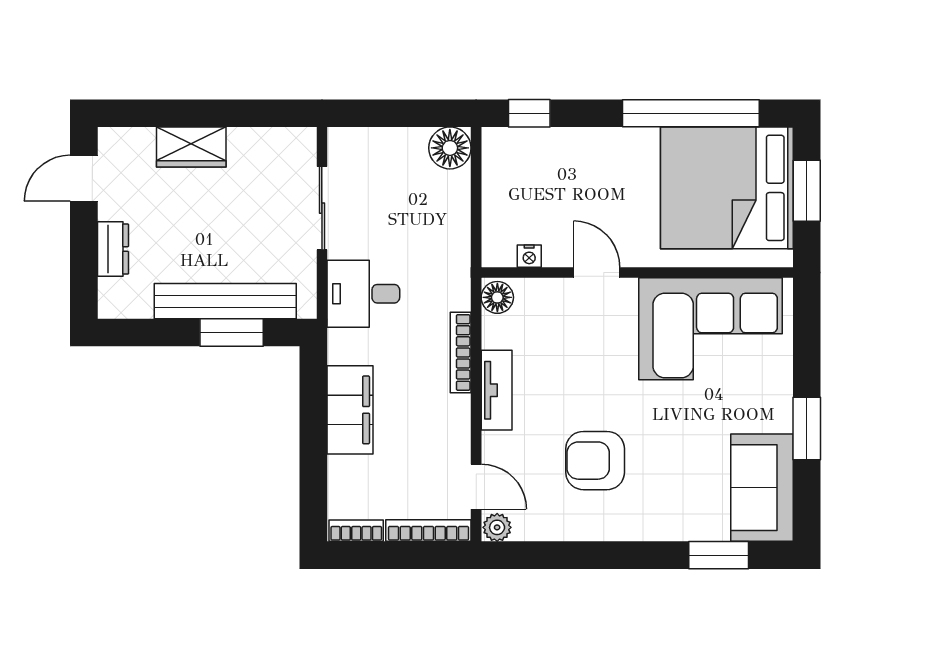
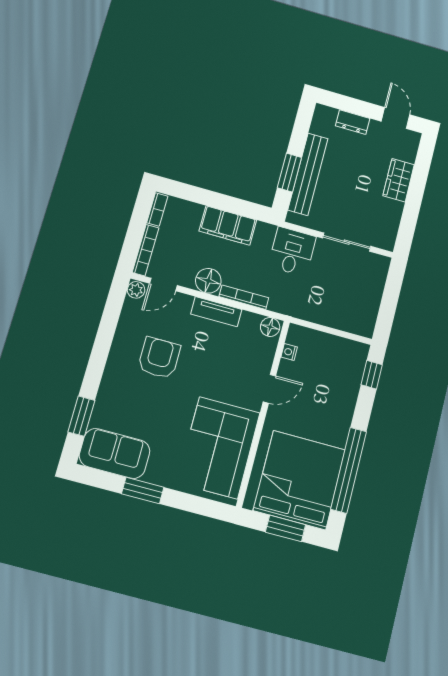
floor lamp: (450, 148) -> (208, 281), moved

